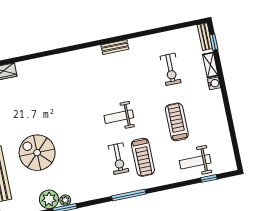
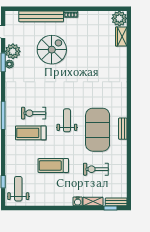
exercise mat: (122, 77) -> (98, 130), added
treadmill: (177, 122) -> (53, 166), turned 180
weight bench: (195, 162) -> (18, 189), moved

